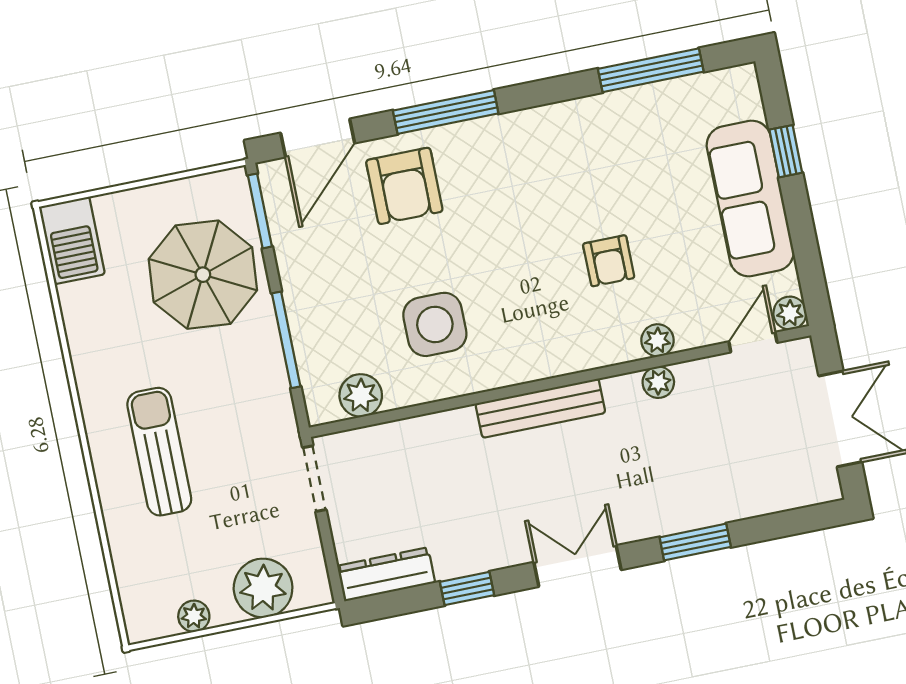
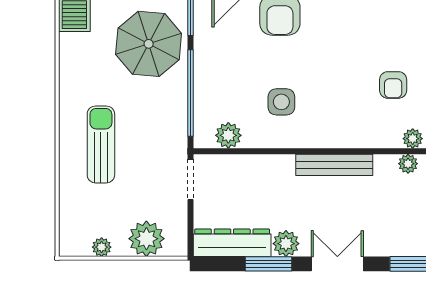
side table: (435, 324) -> (281, 102), width x0.73, depth x0.73
window: (286, 340) -> (190, 93), width x1.46
plant: (489, 550) -> (286, 244), added
dresser: (386, 574) -> (232, 243), width x1.37, depth x1.24
window: (467, 589) -> (268, 264), width x1.50

